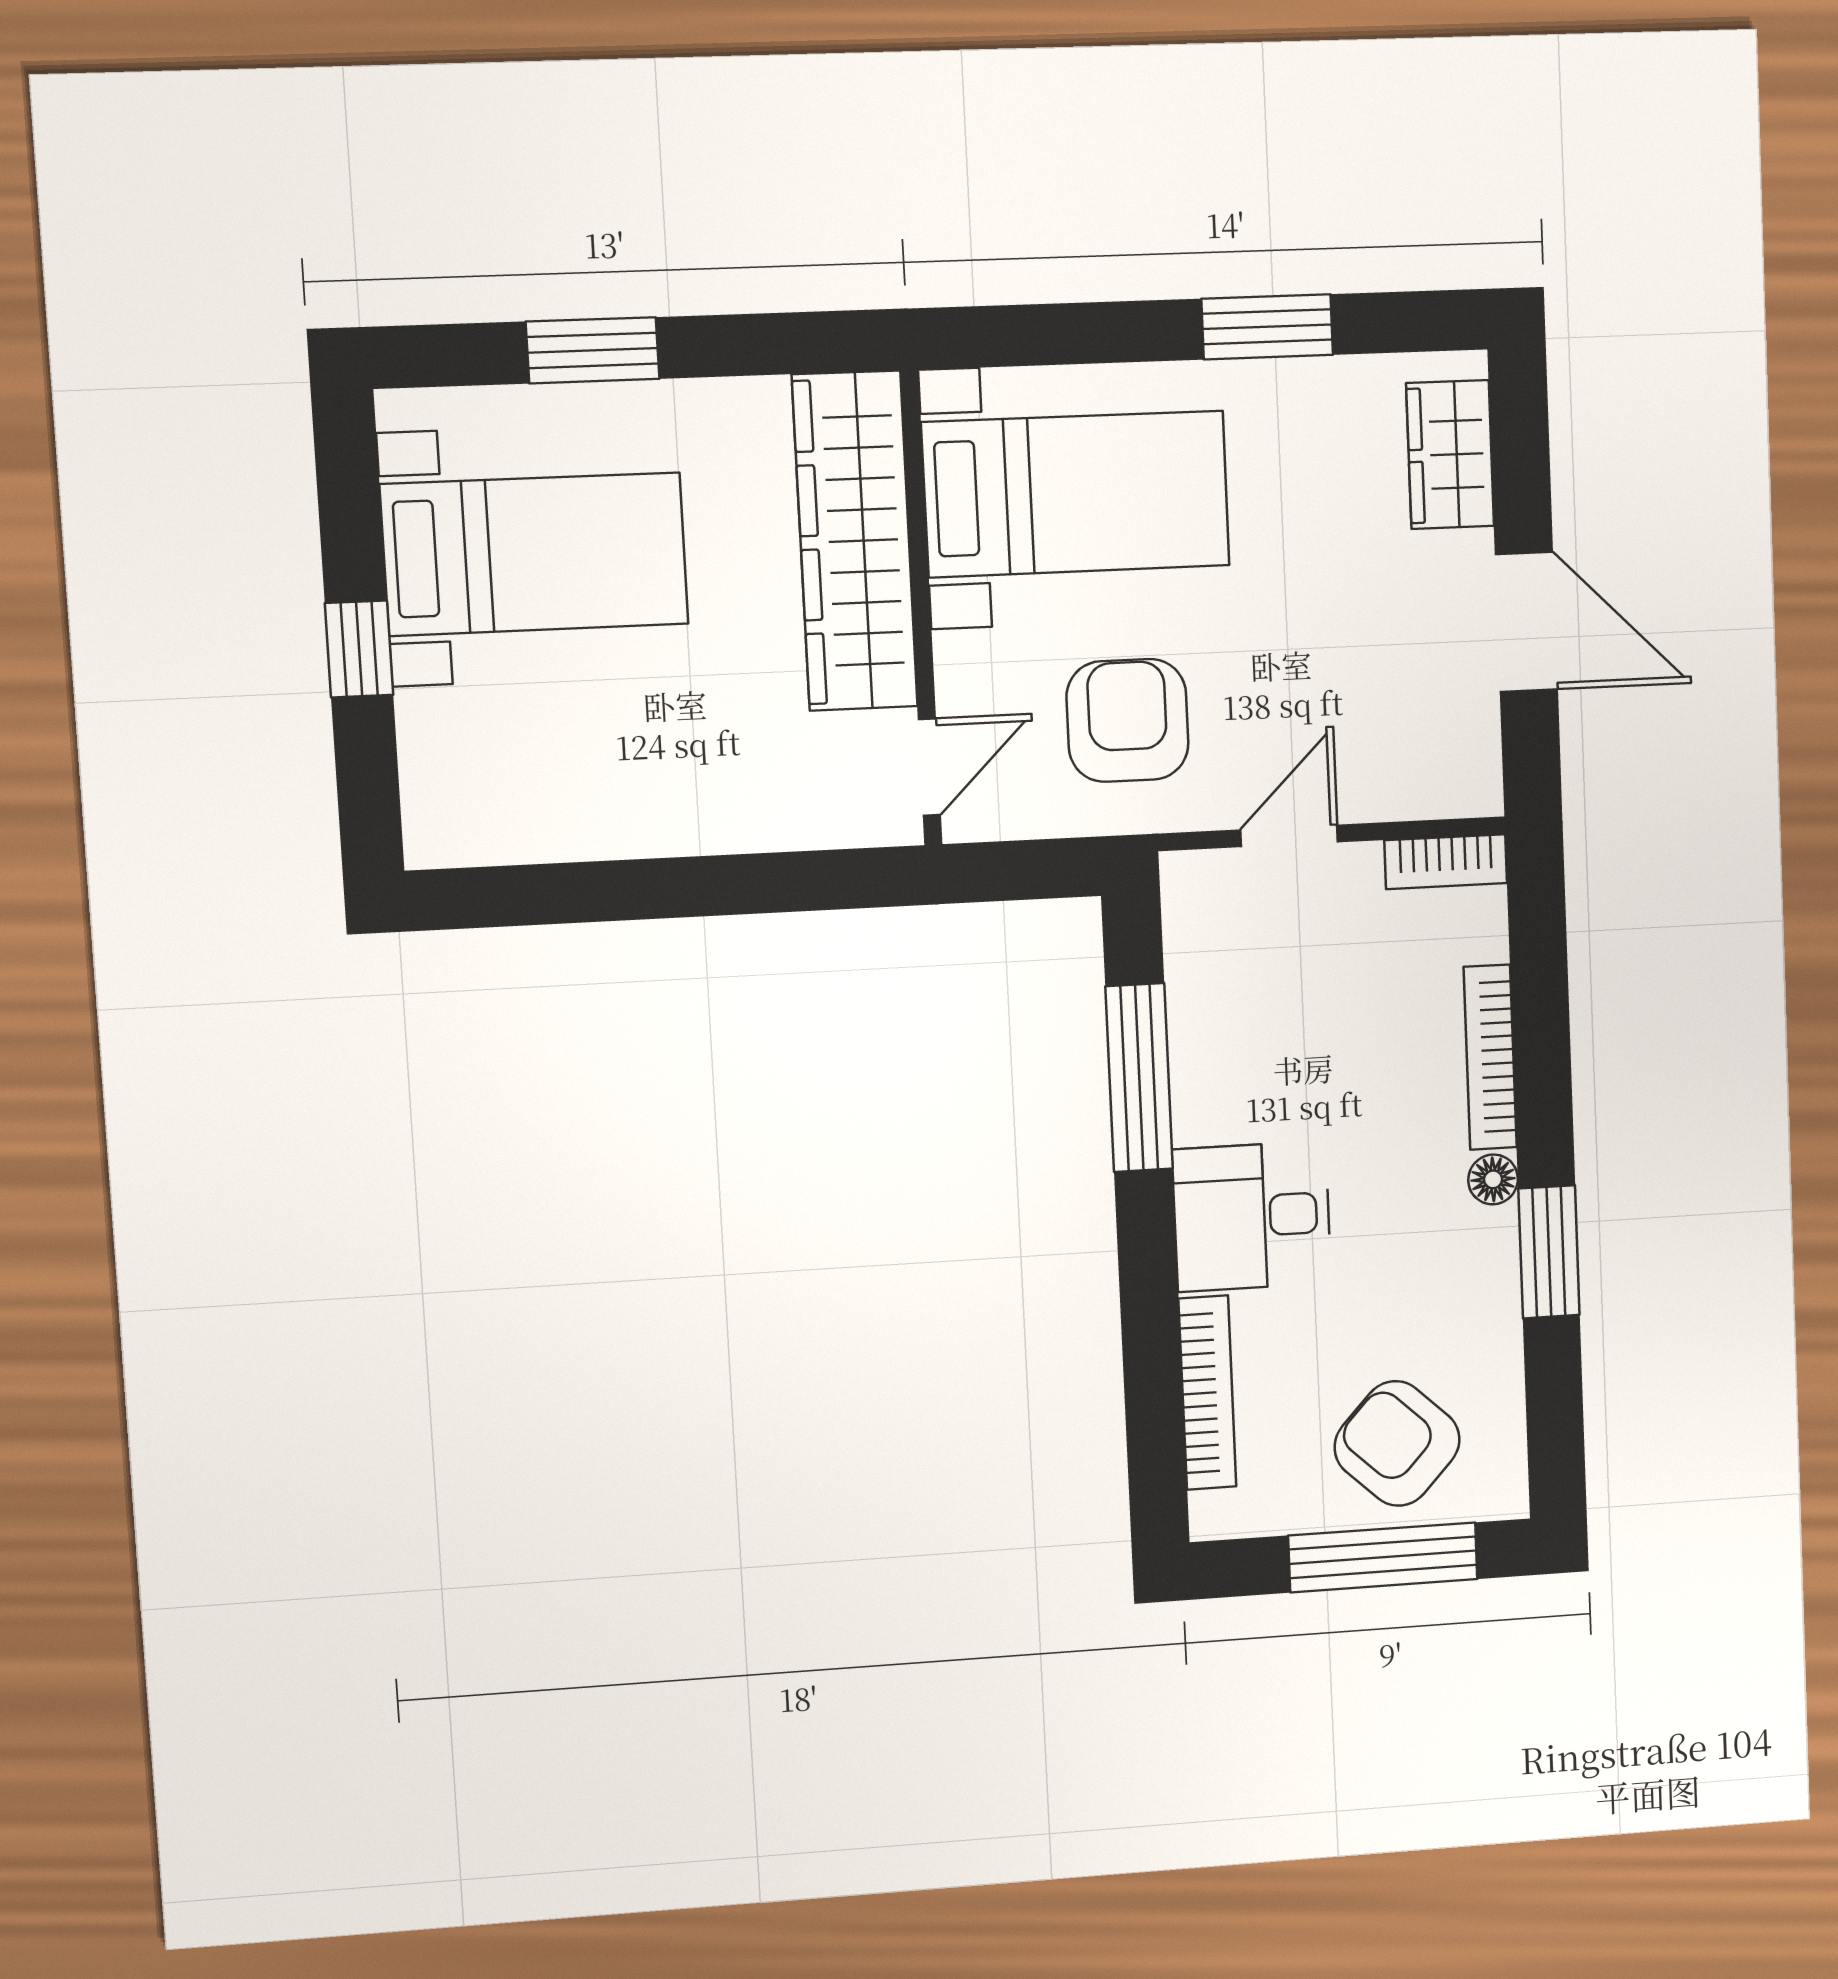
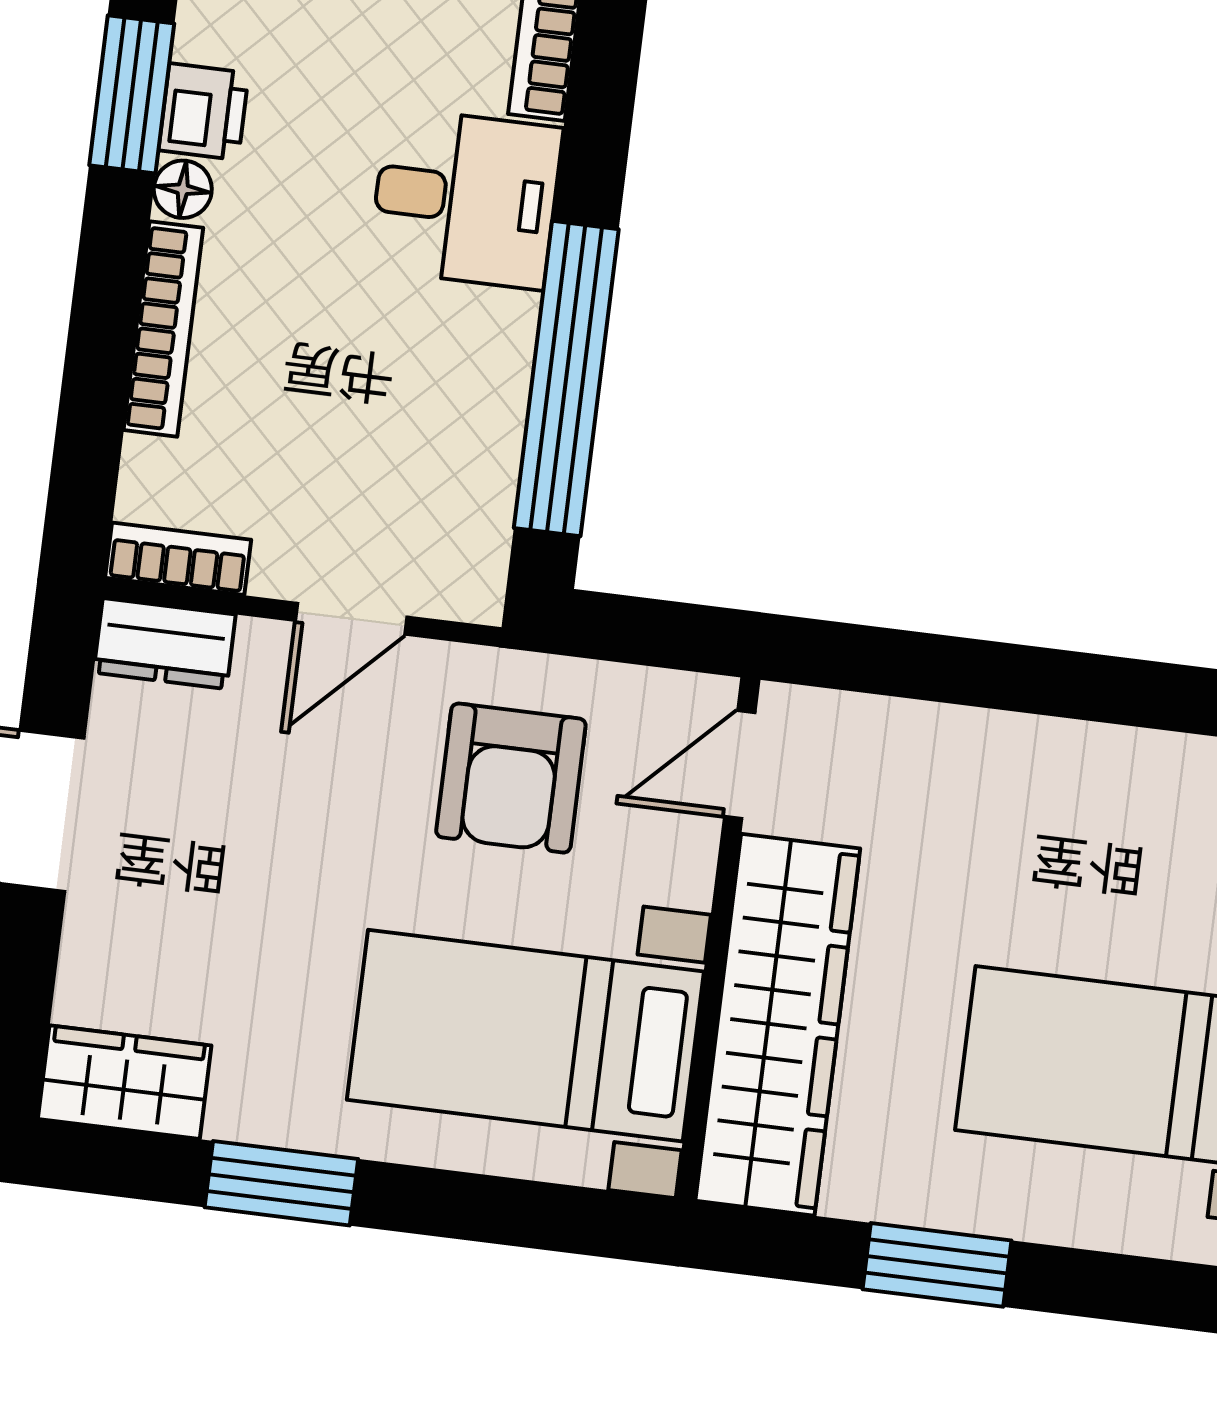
window: (593, 350) -> (937, 1265), moved
wardrobe: (1450, 455) -> (125, 1082), moved, turned -90
dresser: (1445, 786) -> (165, 644), added
window: (1139, 1078) -> (566, 379), width x1.46
printer: (1486, 1249) -> (204, 112), added

